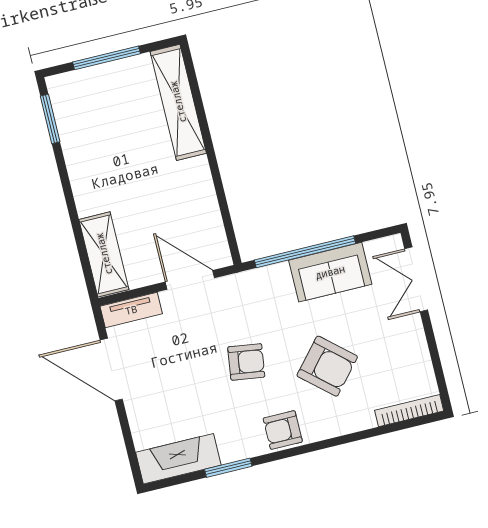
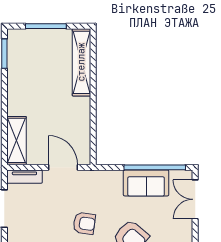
window: (305, 252) -> (155, 167), moved

